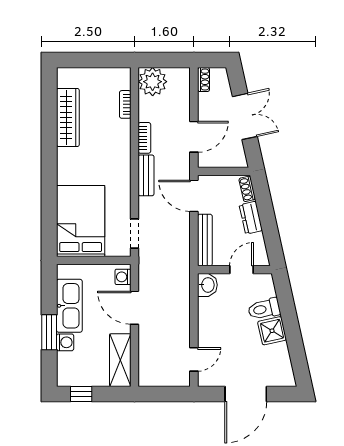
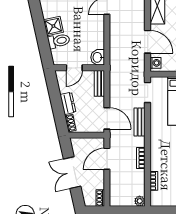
plant: (153, 82) -> (140, 201), width x0.53, depth x0.53
bench: (146, 175) -> (140, 122), moved
bench: (205, 240) -> (99, 83), width x0.73

